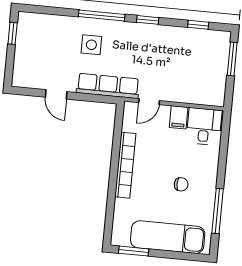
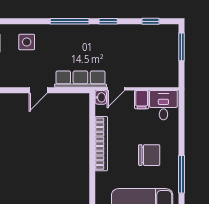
side table: (91, 45) -> (27, 42), moved
door: (56, 94) -> (38, 90), hinge flipped
washbasin: (130, 110) -> (101, 97), added
chair: (181, 184) -> (149, 155), width x1.87, depth x1.87

